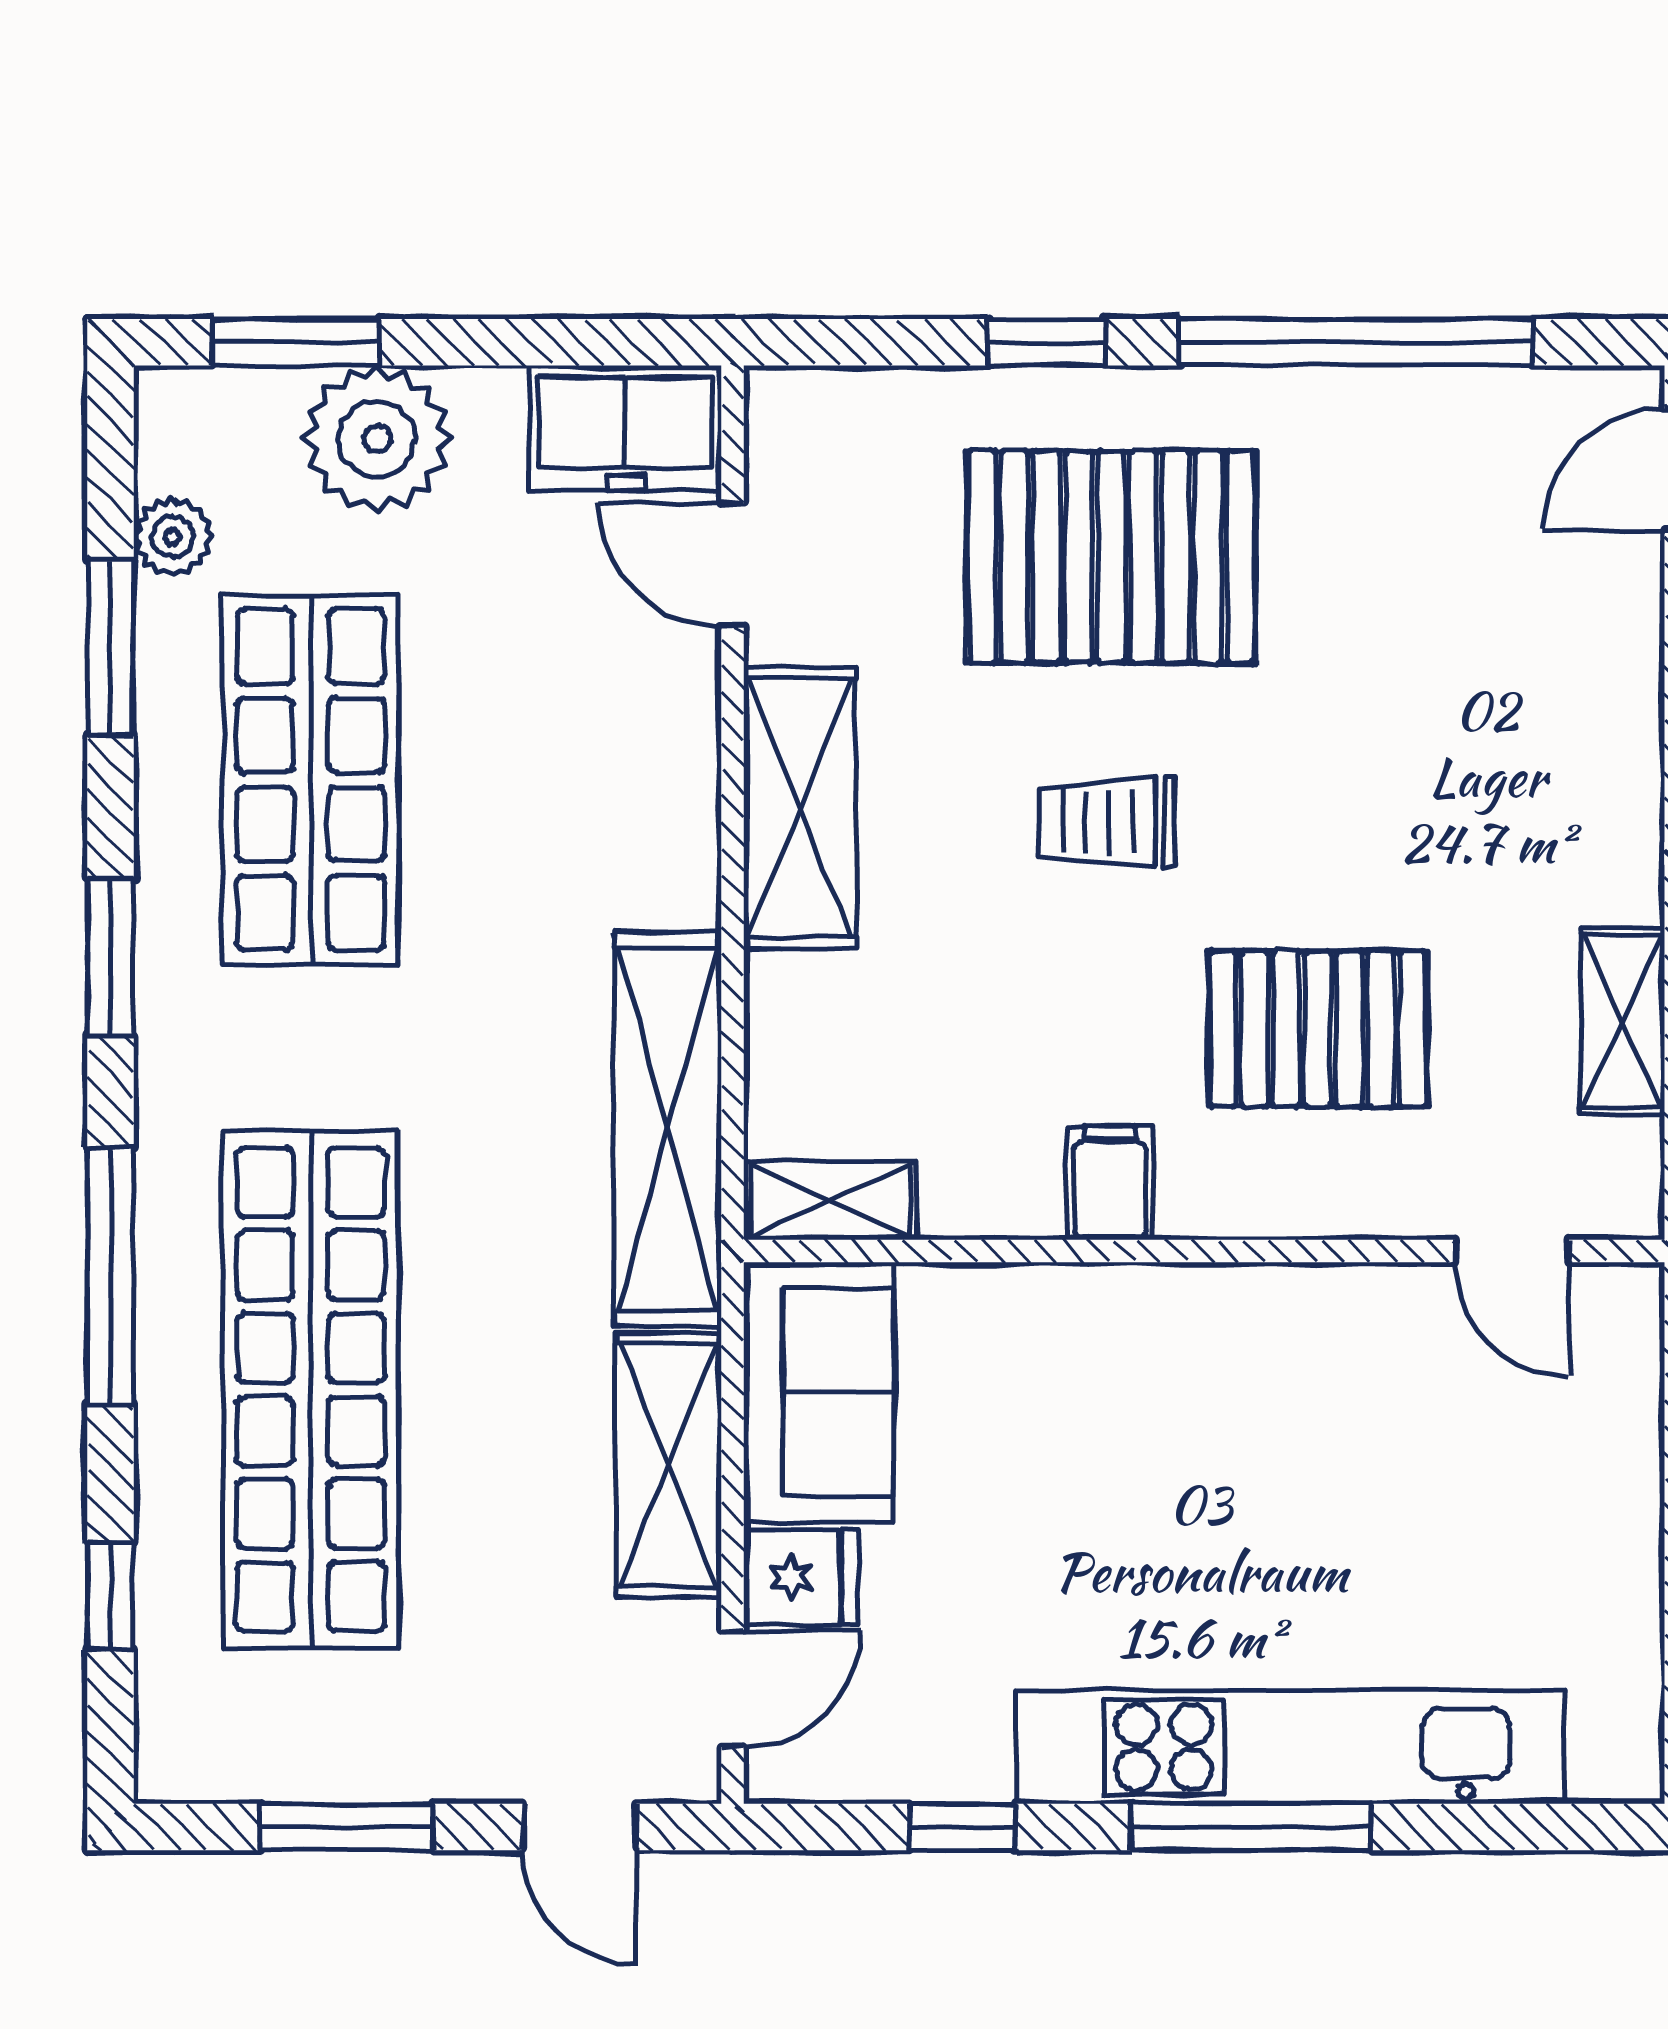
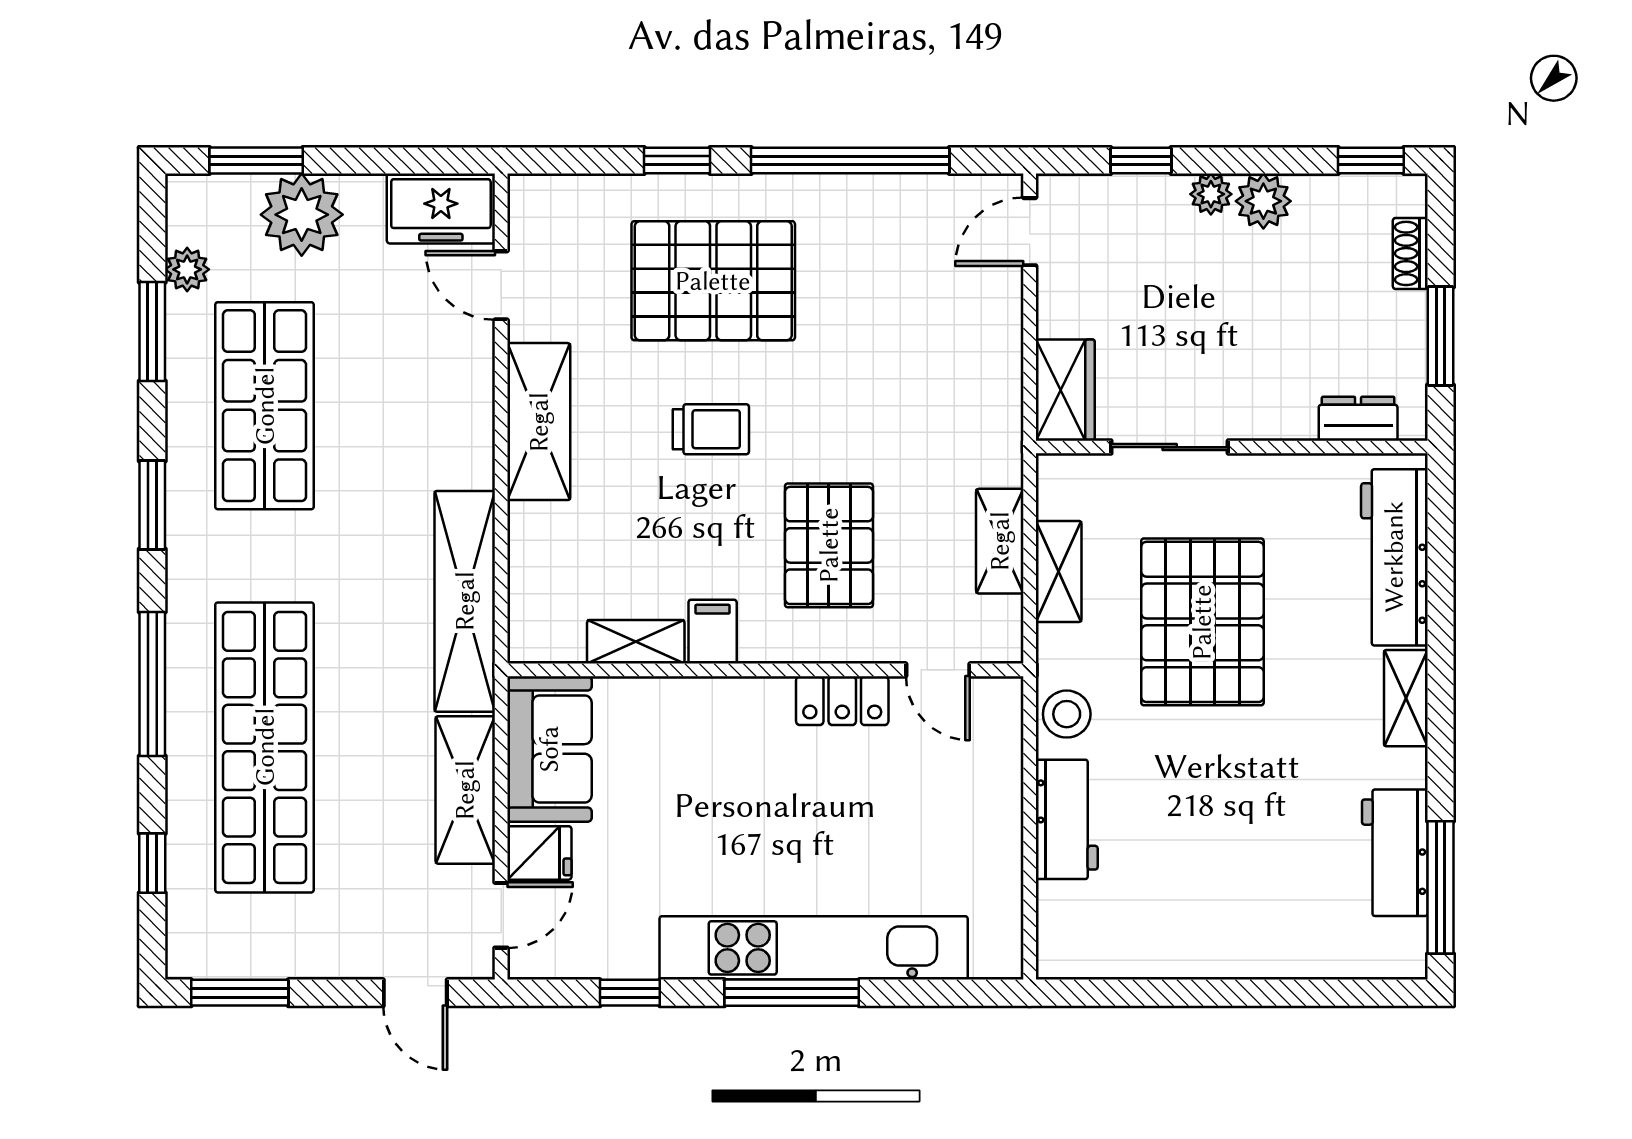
trolley: (1107, 822) -> (711, 429), turned 180
pallet: (1318, 1029) -> (829, 545), turned 90
shelving: (830, 1201) -> (636, 642), moved
locker: (1341, 1306) -> (842, 701), added
window: (347, 1827) -> (240, 993), moved

